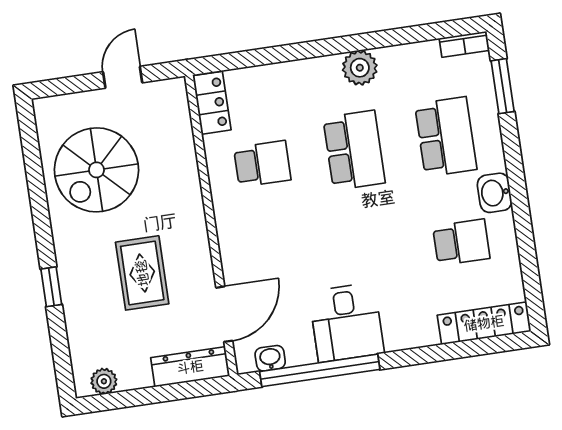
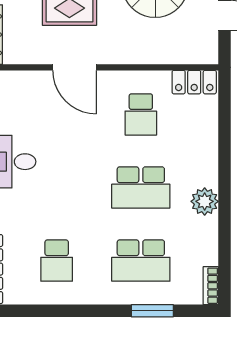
window: (503, 86) -> (152, 311), moved
washbasin: (495, 193) -> (91, 292), removed
door: (224, 314) -> (75, 67), moved

